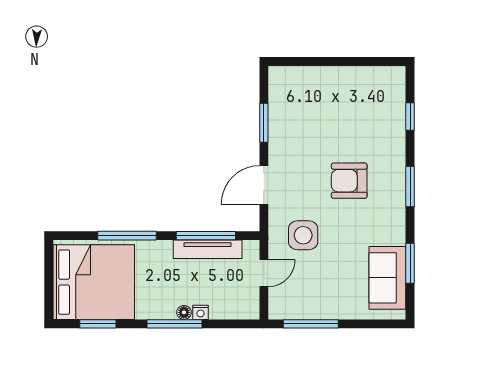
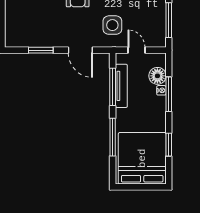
floor lamp: (184, 312) -> (157, 76), moved, width x1.89, depth x1.89
window: (98, 324) -> (169, 145), moved
window: (174, 324) -> (169, 94), moved

